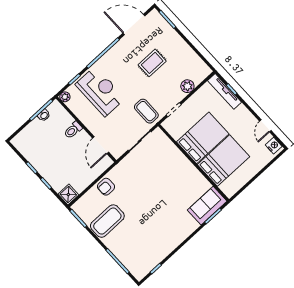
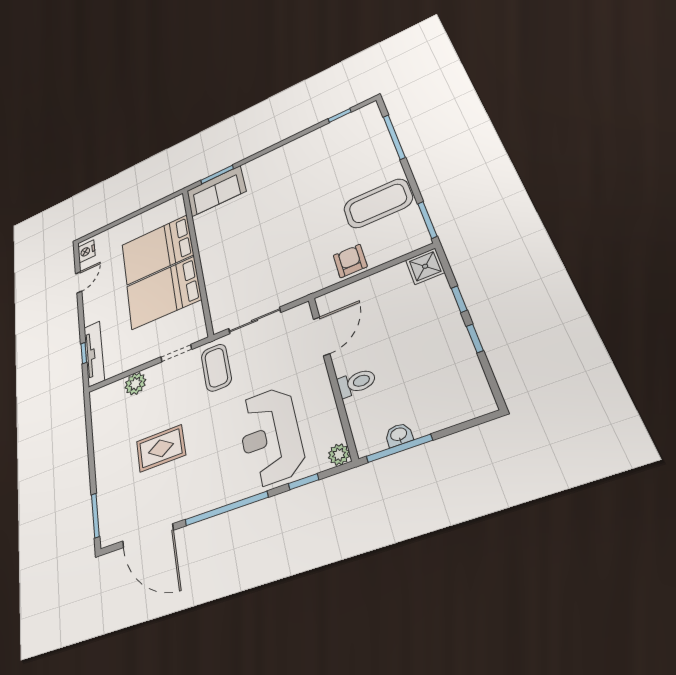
armchair: (106, 187) -> (350, 261), turned -90

